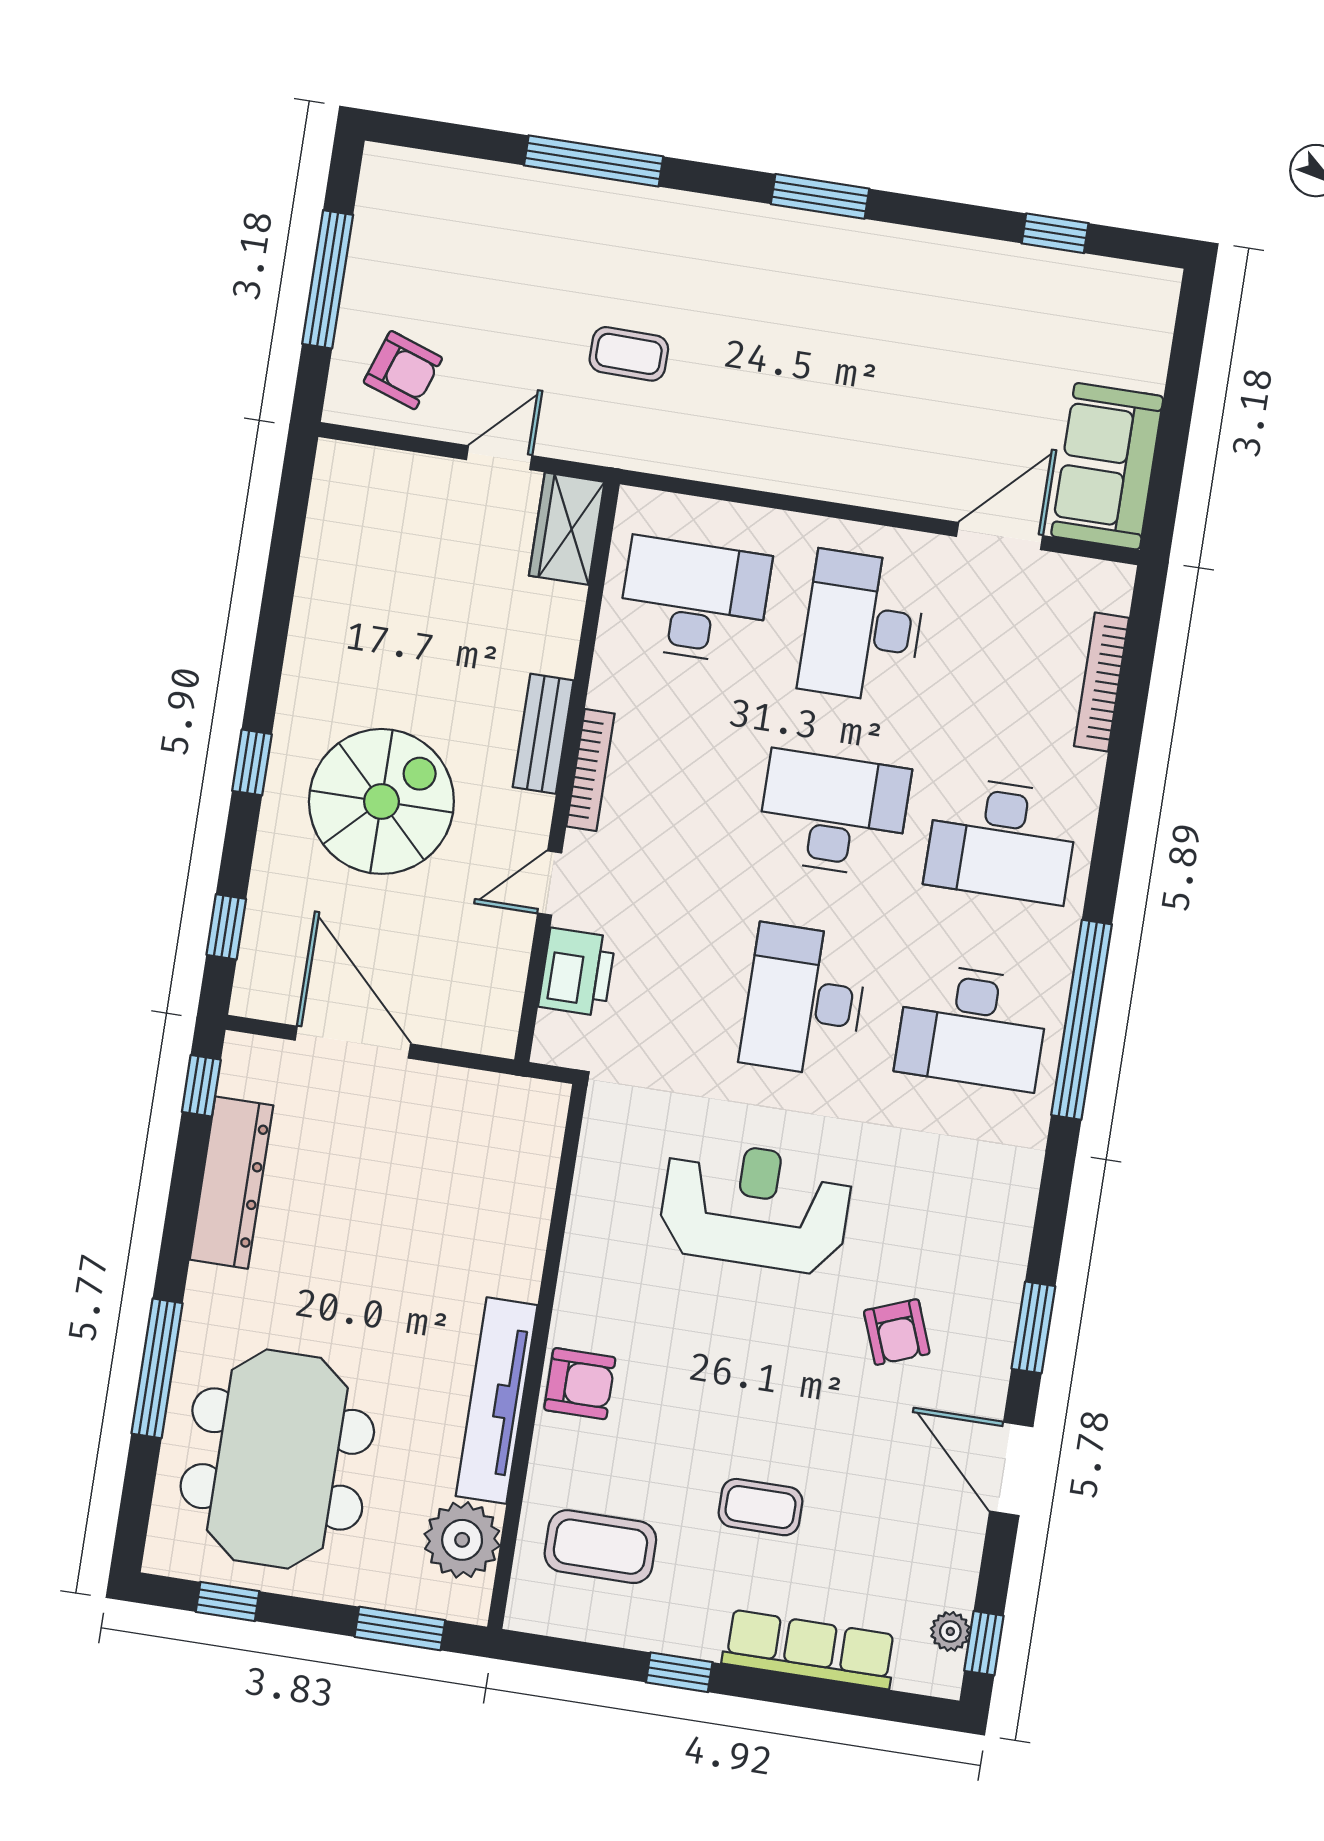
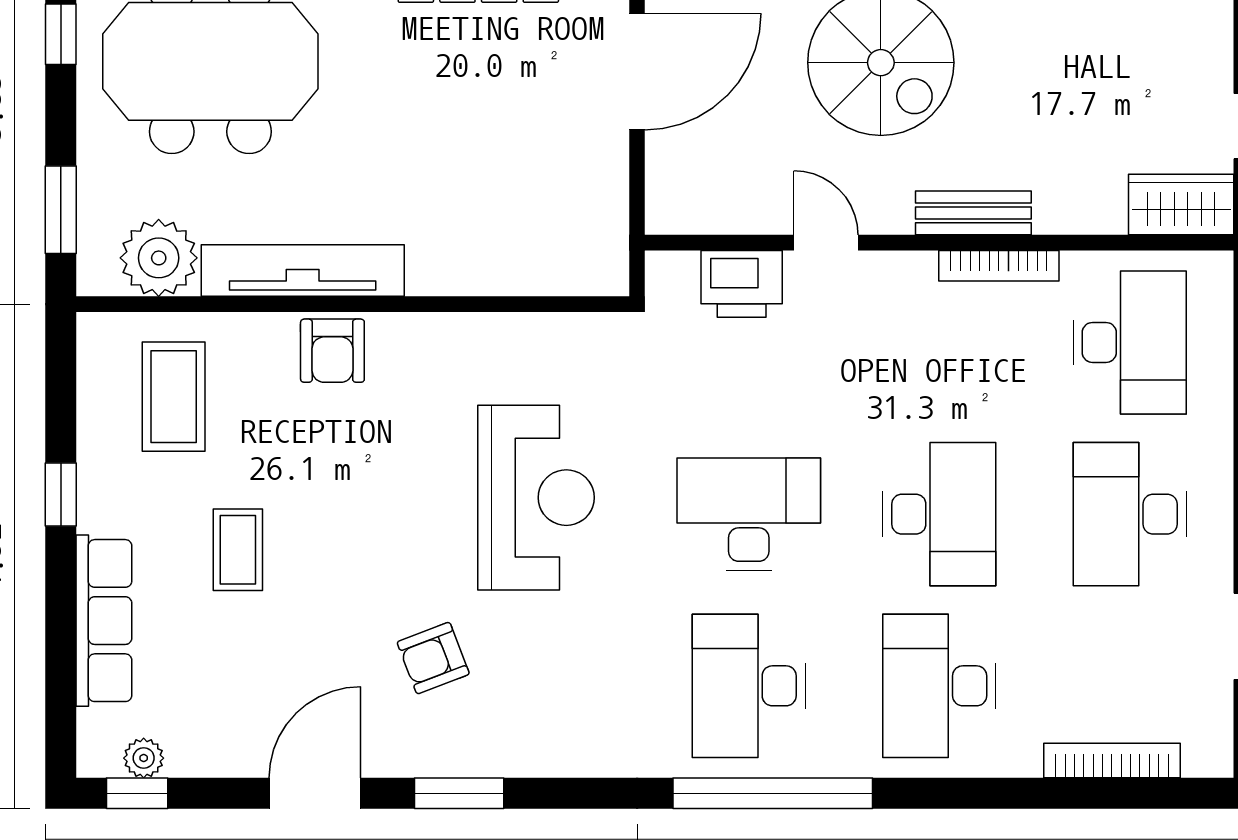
desk: (863, 627) -> (1130, 514), turned -90
bookcase: (590, 770) -> (999, 266), moved

